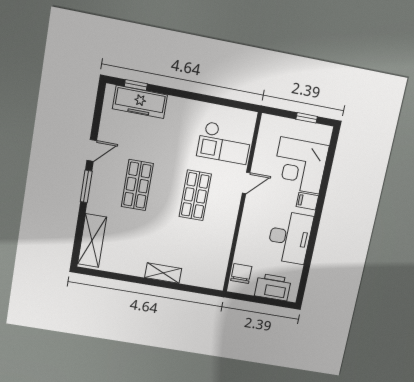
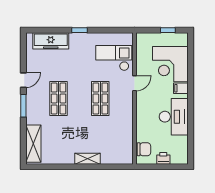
window: (136, 85) -> (80, 30), moved
checkout: (224, 143) -> (114, 58), turned 180
chair: (241, 273) -> (144, 149), turned 90
printer: (273, 287) -> (163, 158), width x0.53, depth x0.68

